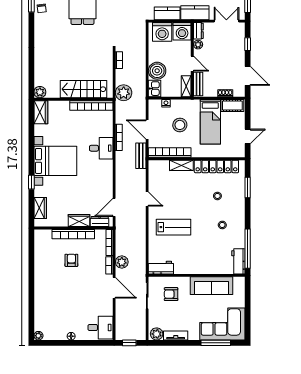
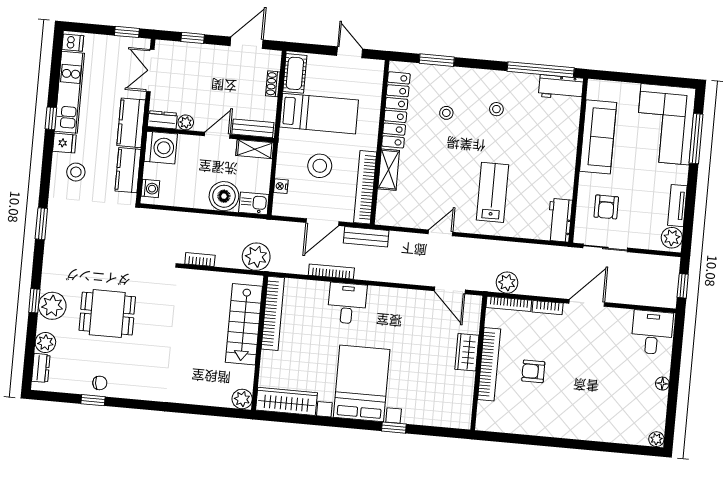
washing machine: (162, 32) -> (150, 188), width x0.53, depth x0.53
wardrobe: (41, 112) -> (286, 401), width x1.50
wardrobe: (40, 208) -> (440, 416), removed
dresser: (100, 222) -> (472, 317), removed
plant: (122, 262) -> (507, 283), moved

